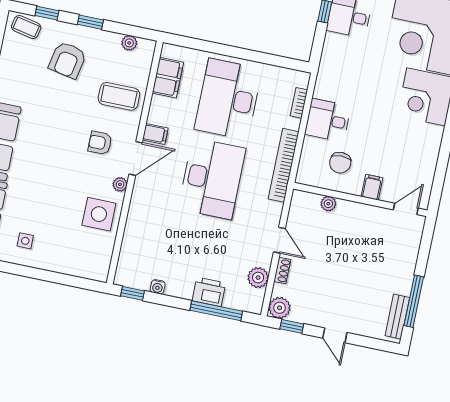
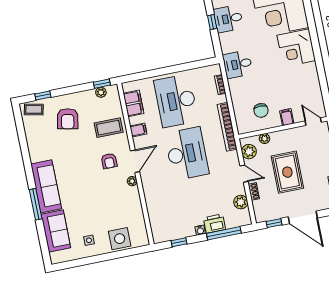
window: (90, 22) -> (102, 84), moved
desk: (328, 120) -> (238, 64), moved
filing cabinet: (155, 134) -> (138, 130), moved
armchair: (100, 143) -> (109, 161), turned -90
door: (406, 209) -> (313, 122), hinge flipped
side table: (99, 214) -> (120, 239), moved
rug: (340, 264) -> (287, 172), added
water cooler: (158, 287) -> (200, 230), moved
window: (133, 293) -> (179, 242), moved
plant: (280, 308) -> (249, 152), moved
door: (335, 335) -> (303, 217), width x1.88

